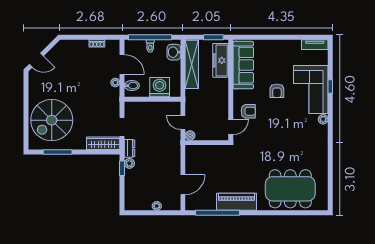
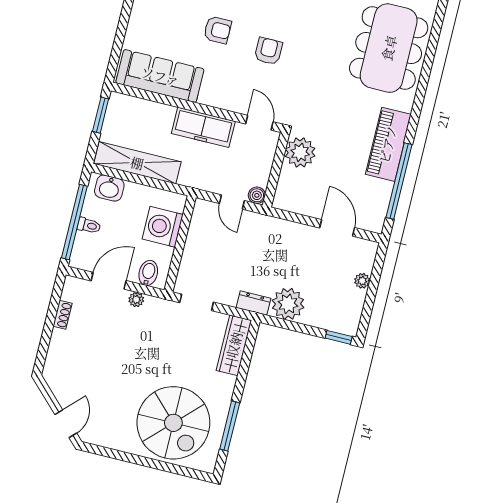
freezer: (221, 60) -> (203, 127), moved
armchair: (248, 111) -> (268, 51), moved
door: (183, 122) -> (232, 202), hinge flipped
doorway: (122, 127) -> (197, 302), moved
plant: (220, 154) -> (300, 152), added
plant: (129, 163) -> (288, 304), width x1.88, depth x1.88
window: (122, 168) -> (339, 337), moved

